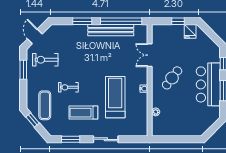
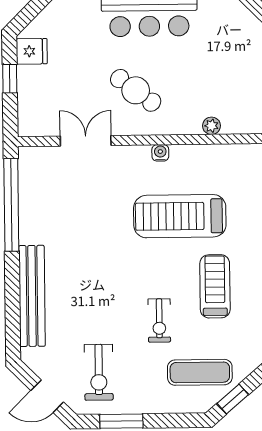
window: (82, 21) -> (12, 291), removed
bench: (111, 30) -> (32, 296), moved
double door: (150, 55) -> (86, 141), swing flipped
treadmill: (83, 113) -> (215, 286), turned 180

